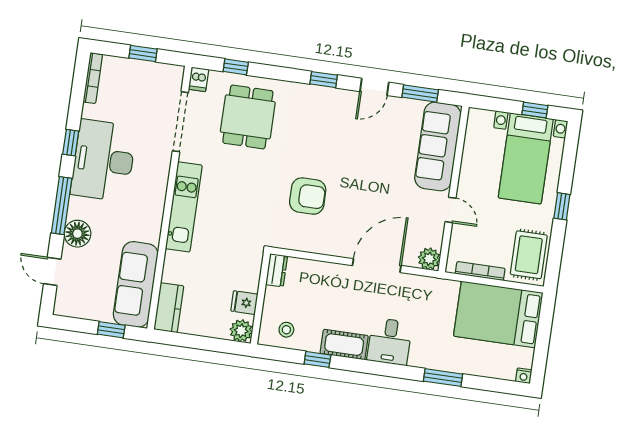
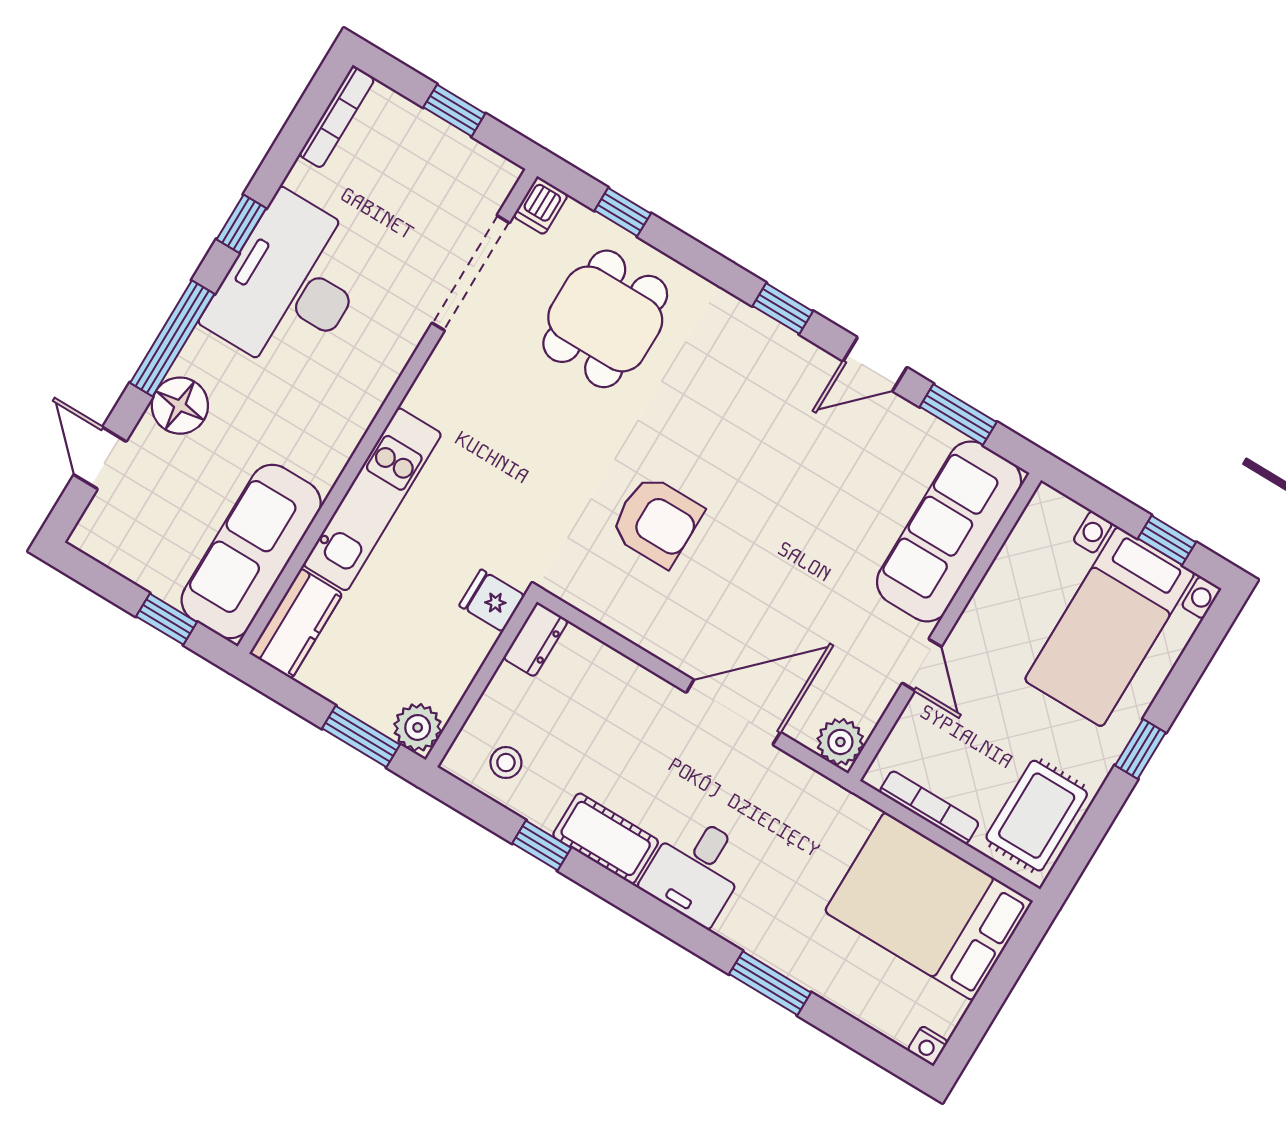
kitchen unit: (184, 207) -> (372, 499), moved
fridge: (244, 303) -> (492, 601), moved
window: (218, 345) -> (361, 737), added

